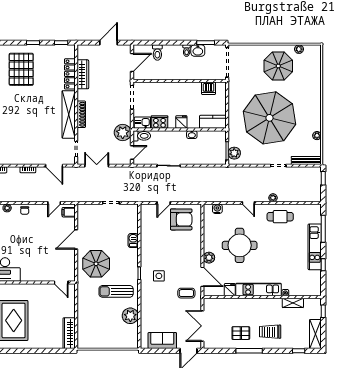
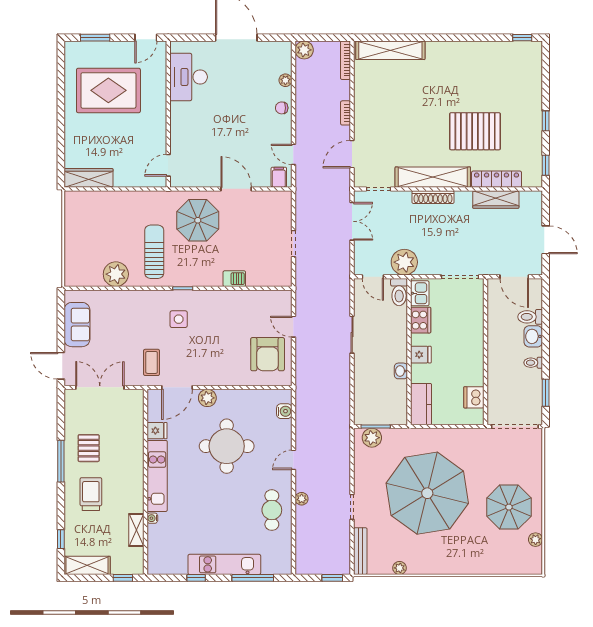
washbasin: (198, 51) -> (533, 336), moved
pallet: (21, 69) -> (475, 131), moved

